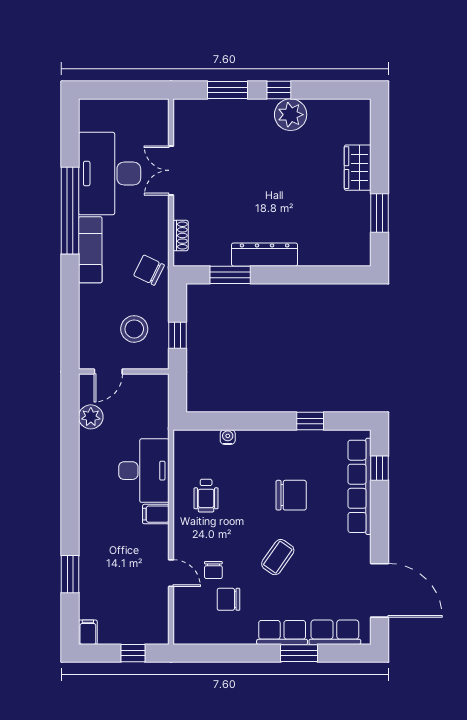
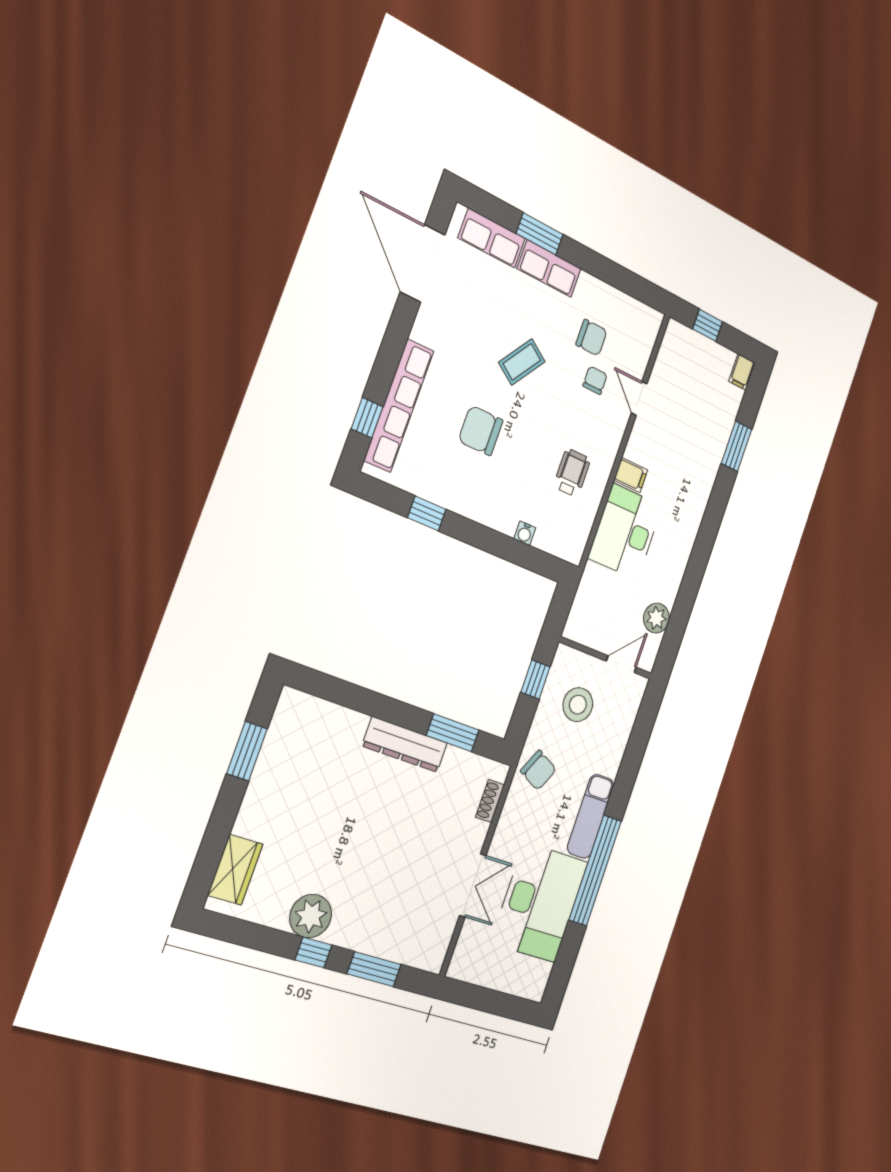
wardrobe: (358, 168) -> (235, 870), moved

